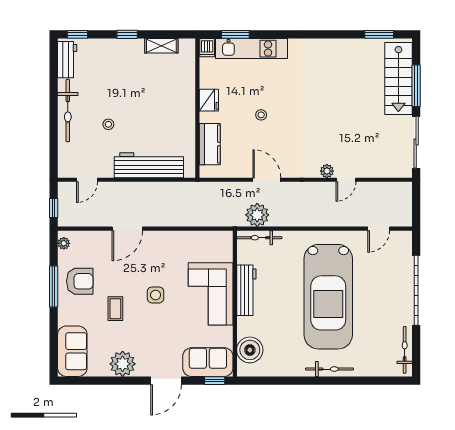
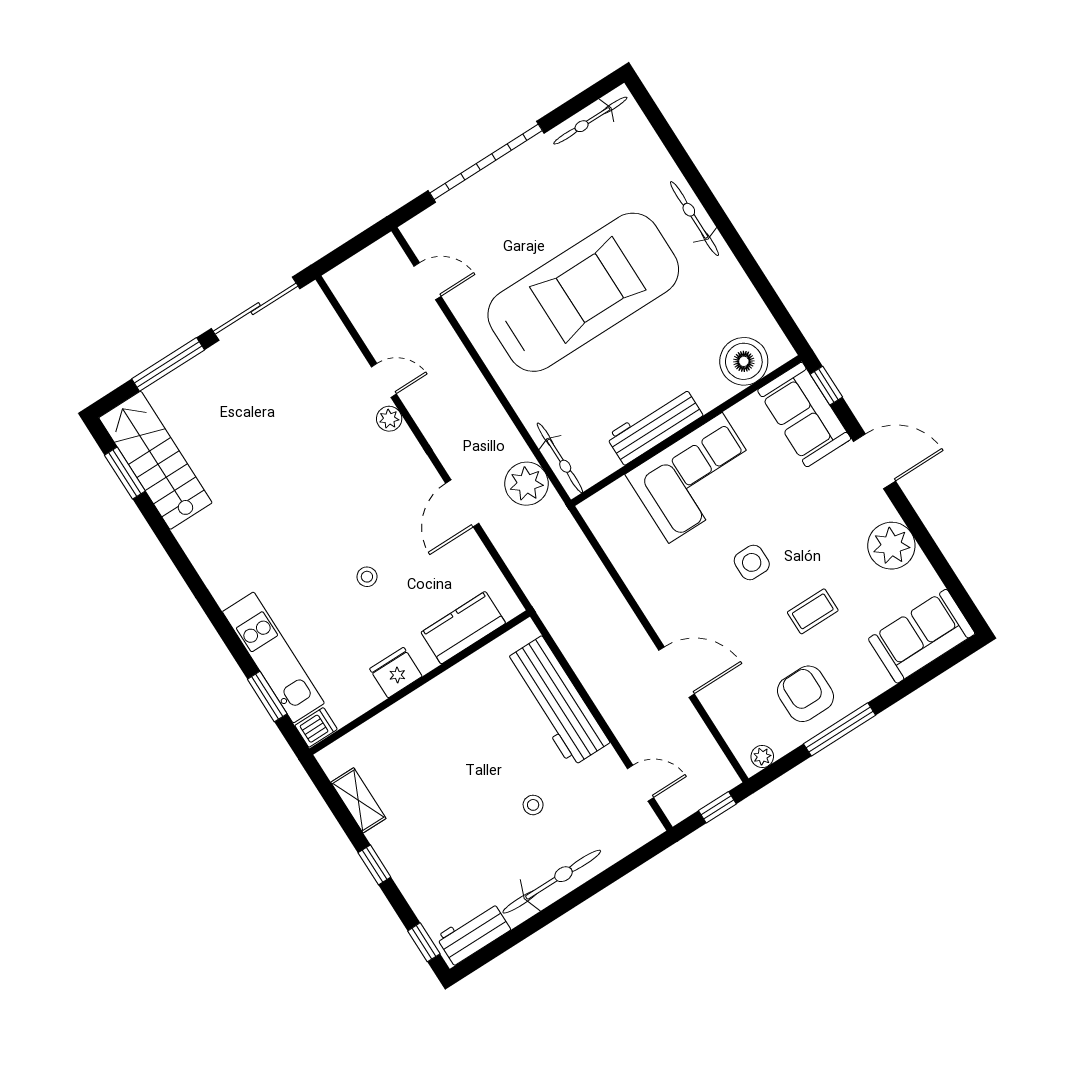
stairs: (398, 78) -> (155, 460), moved, turned -90

